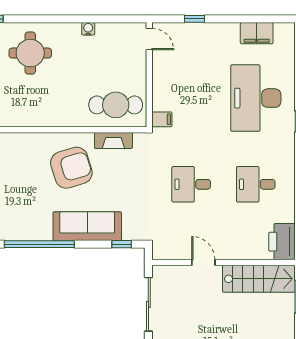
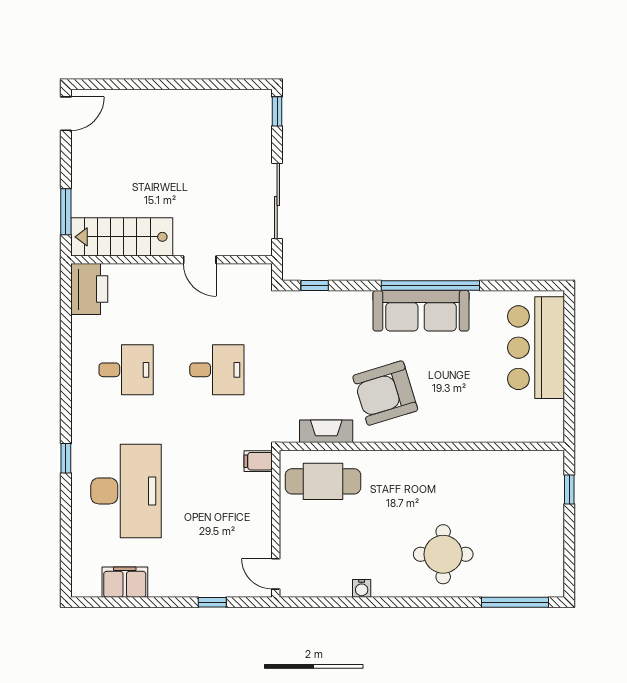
sofa: (87, 226) -> (421, 311), moved

